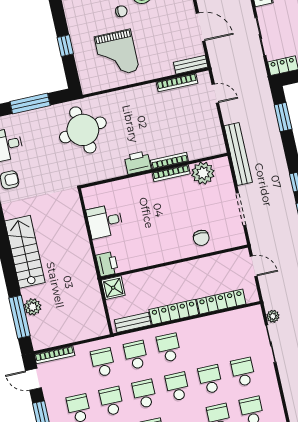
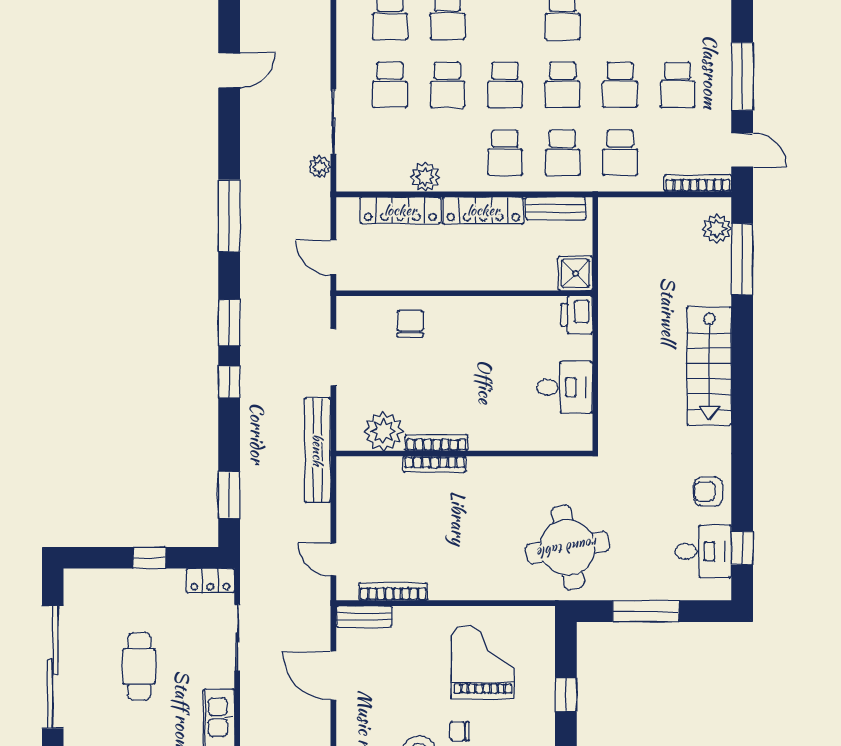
printer: (138, 163) -> (488, 473), removed
plant: (33, 307) -> (717, 229), moved
plant: (211, 324) -> (425, 177), added

